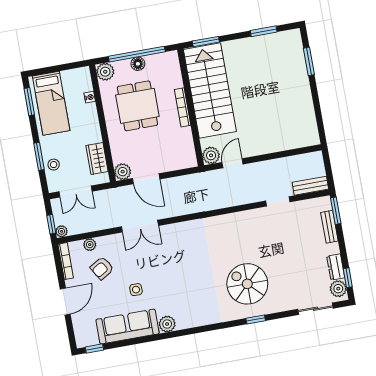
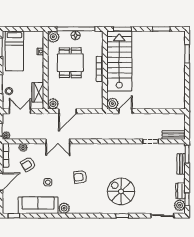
door: (146, 179) -> (67, 111), hinge flipped
double door: (76, 192) -> (20, 111), swing flipped
armchair: (183, 273) -> (80, 177), added

